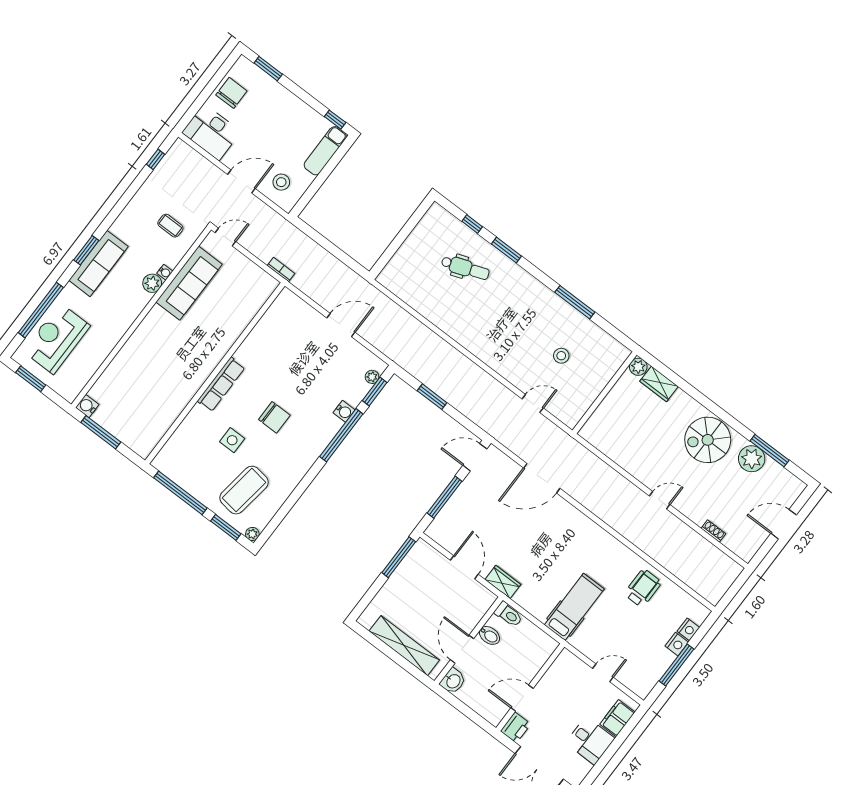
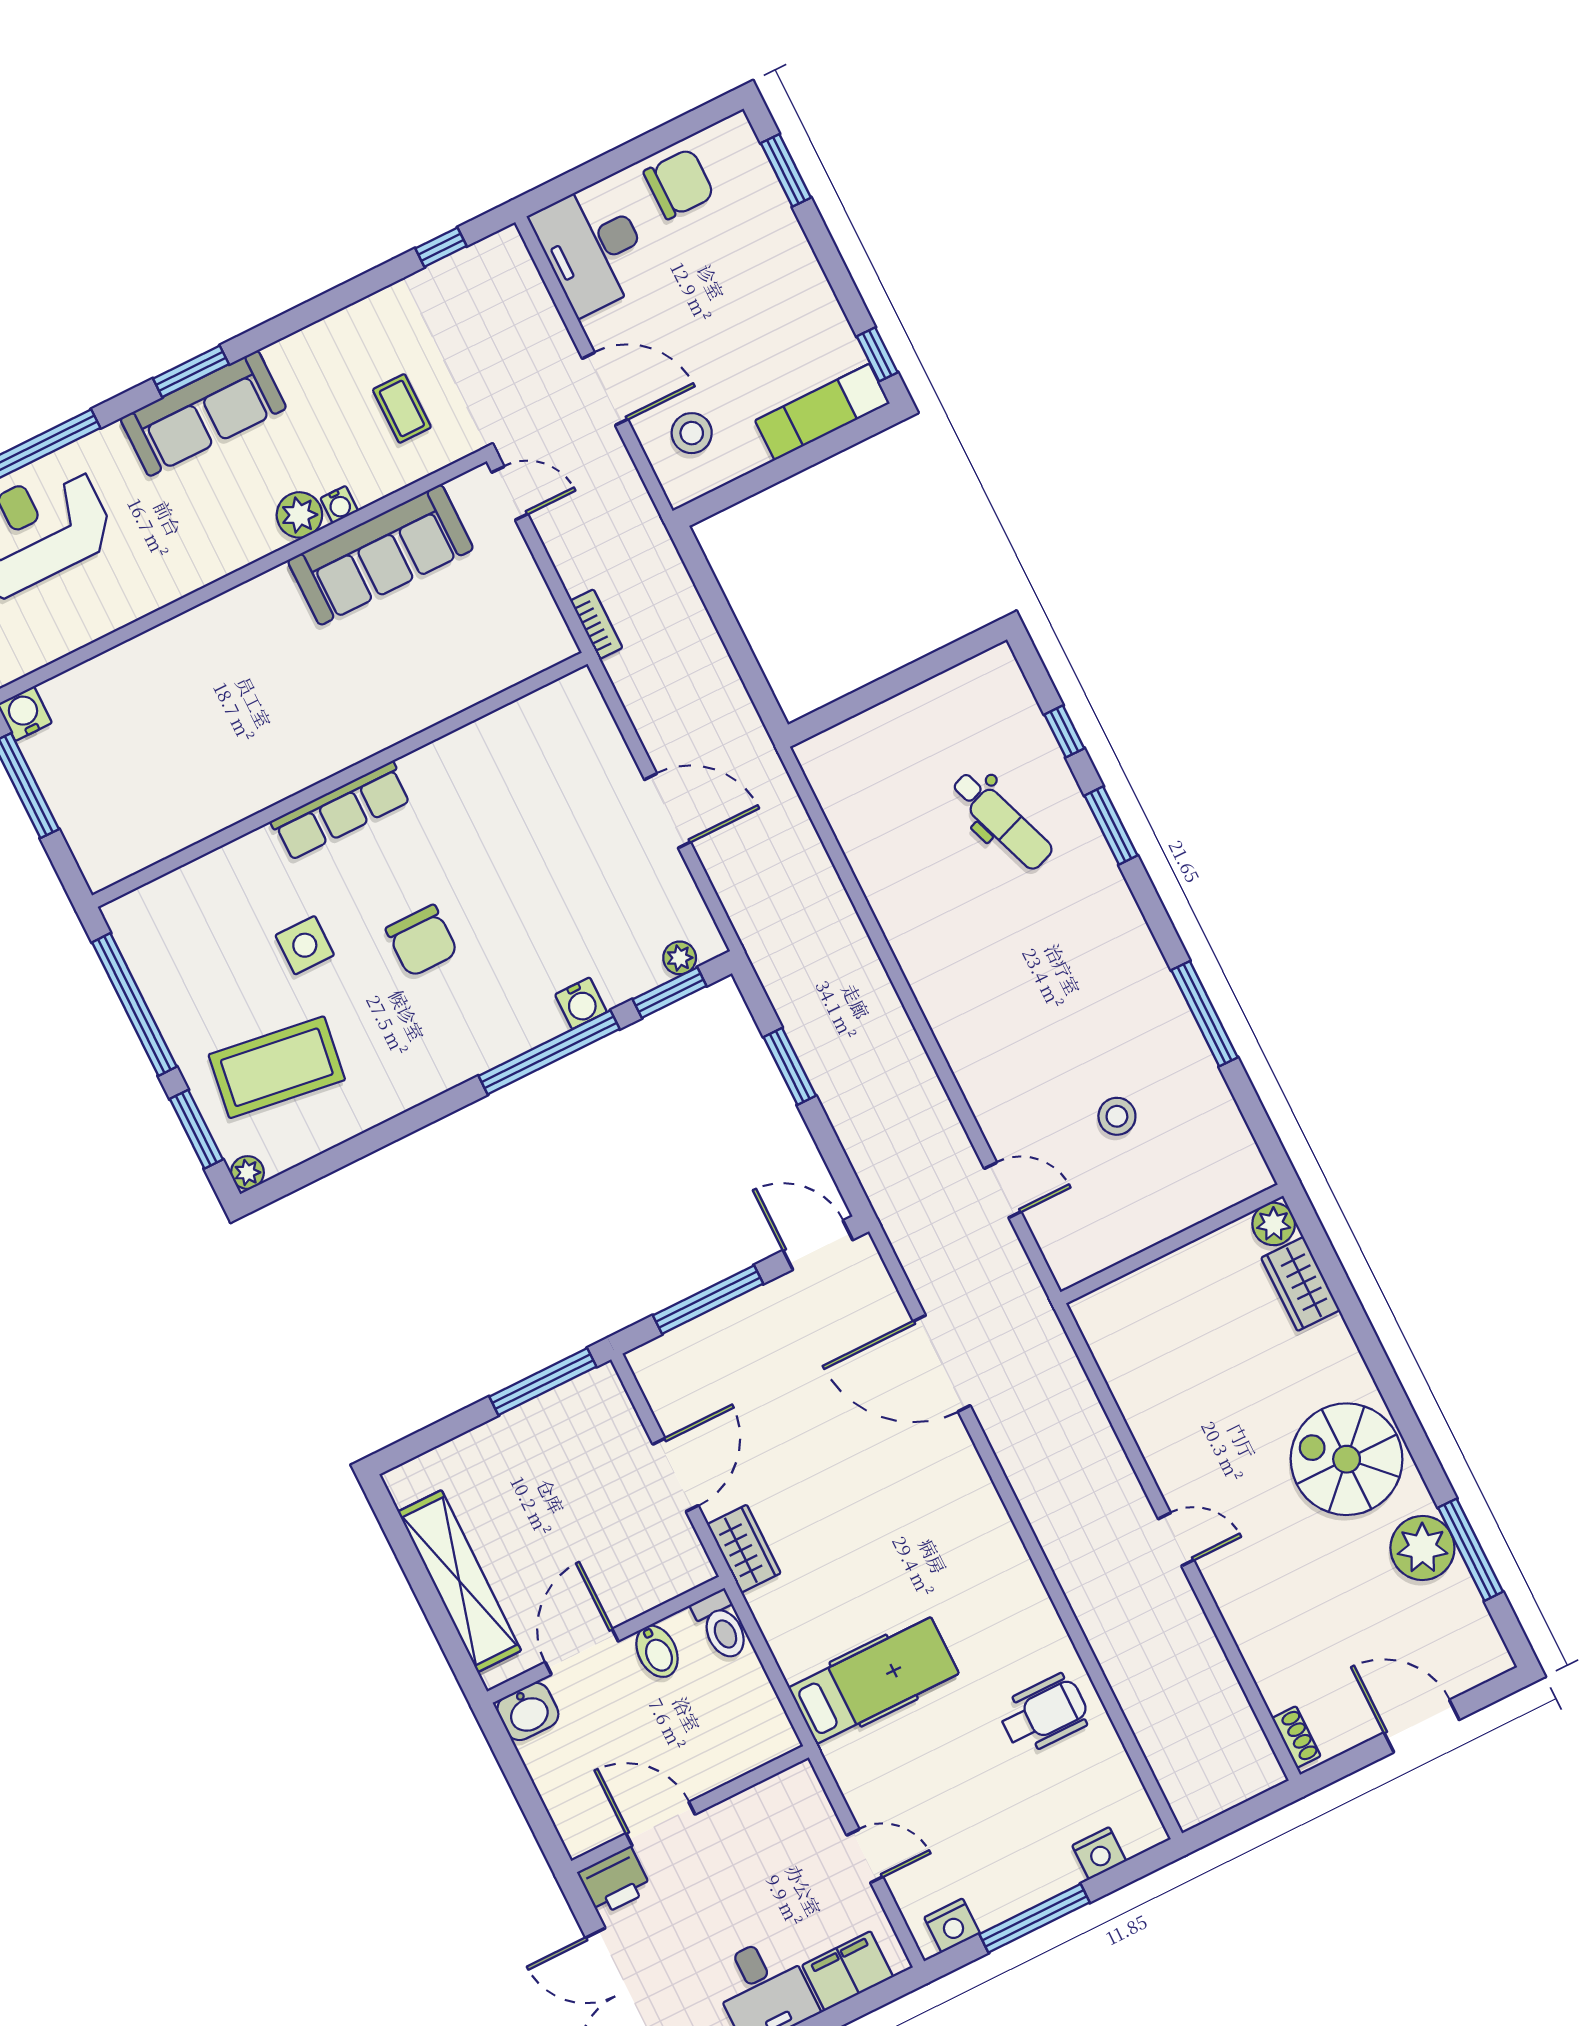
shoe rack: (713, 531) -> (1296, 1737), moved
nightstand: (677, 644) -> (952, 1926), moved

